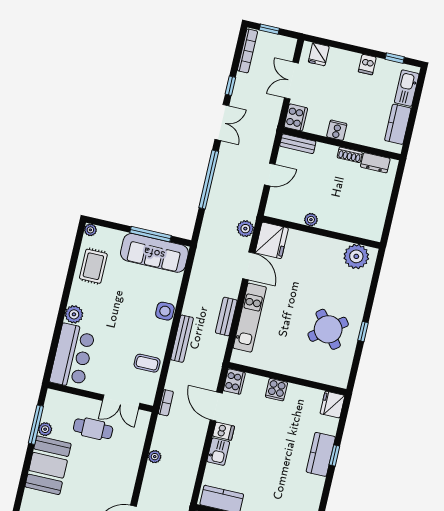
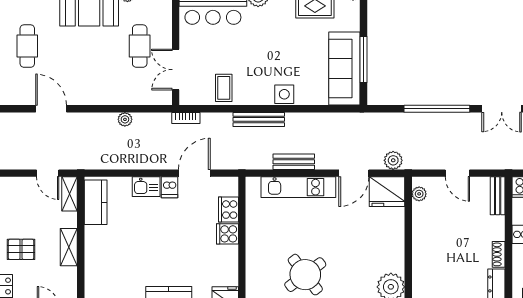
plant: (311, 220) -> (419, 194), moved
cooker: (234, 382) -> (229, 210), moved, turned 90

